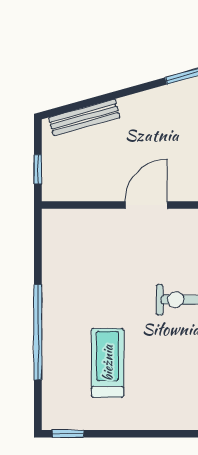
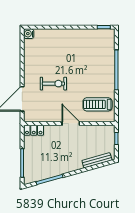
door: (146, 205) -> (71, 124), swing flipped
treadmill: (108, 363) -> (98, 104), moved, turned 90

